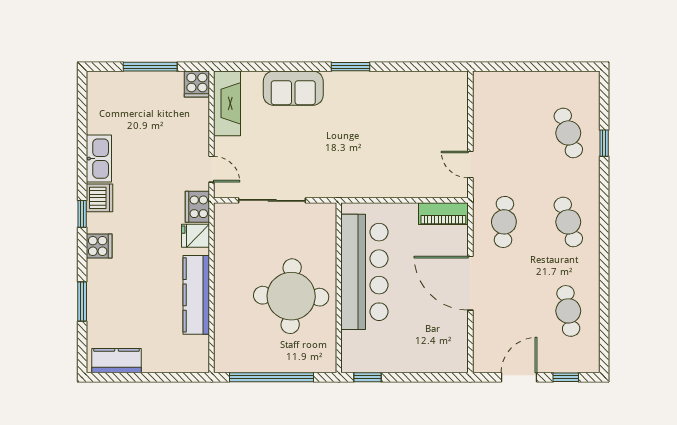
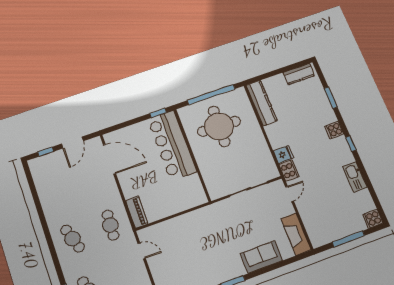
cooker: (197, 84) -> (373, 219), moved, turned -90
door: (212, 169) -> (290, 194), swing flipped
dishwasher: (100, 198) -> (345, 156), removed
piano: (443, 214) -> (137, 212), moved, turned 90
bar counter: (364, 272) -> (172, 145), moved
door: (470, 283) -> (109, 159), moved
kitchen counter: (196, 295) -> (262, 103), moved
round table: (291, 296) -> (219, 126), moved
cafe table: (568, 311) -> (56, 188), removed

